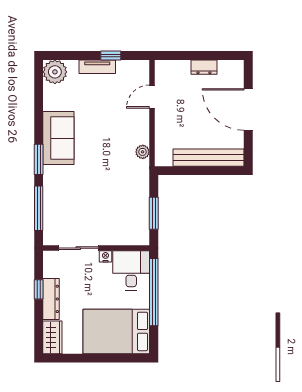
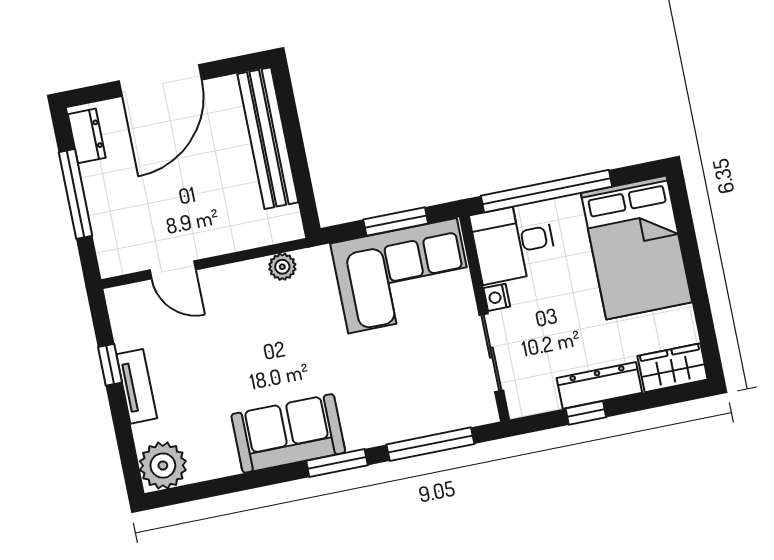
window: (200, 56) -> (76, 194), added
dresser: (204, 67) -> (87, 136), moved
corner sofa: (126, 211) -> (402, 276), added

